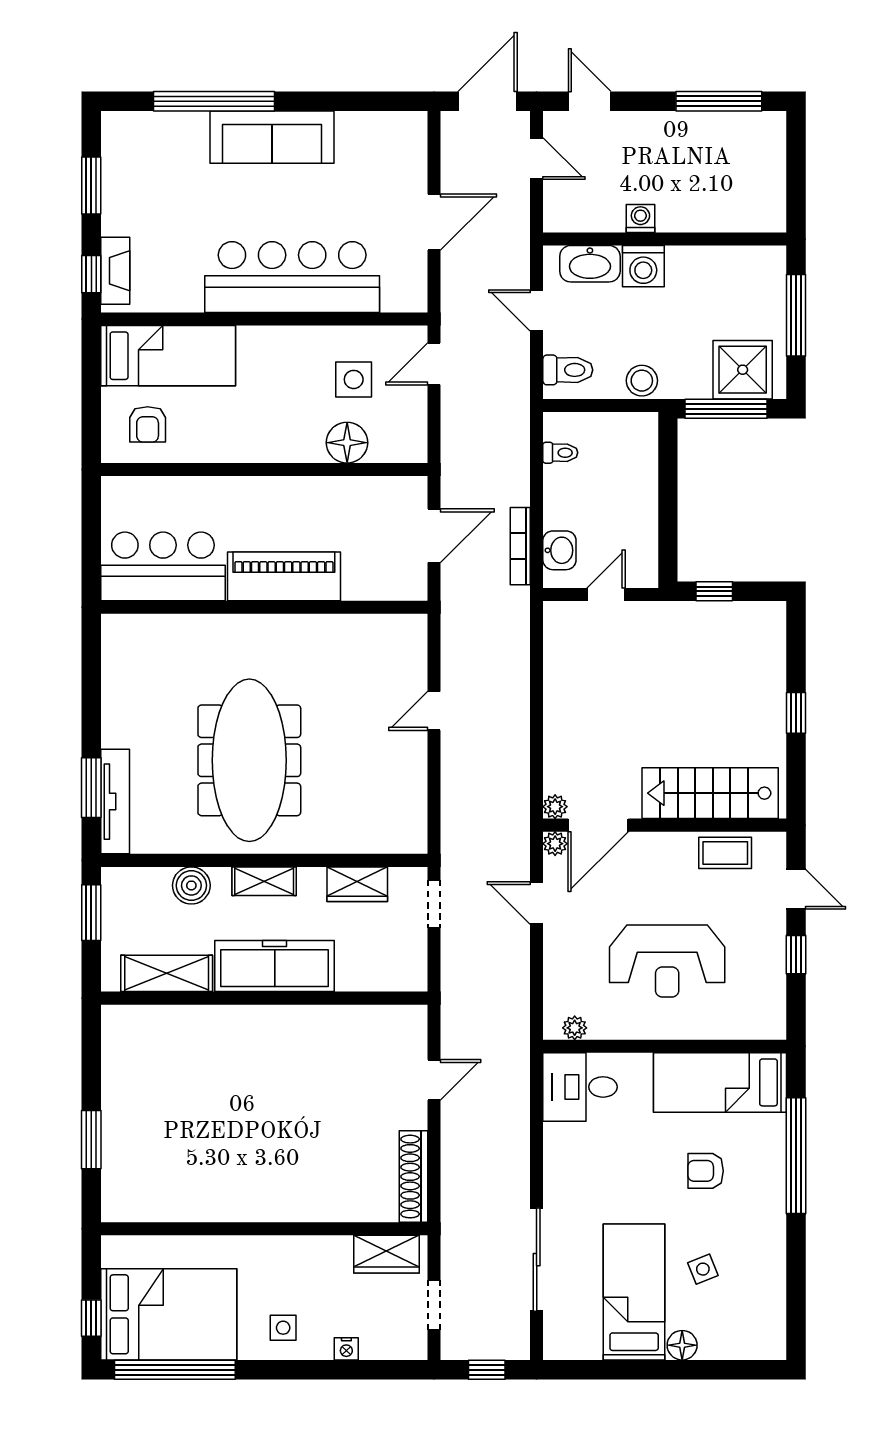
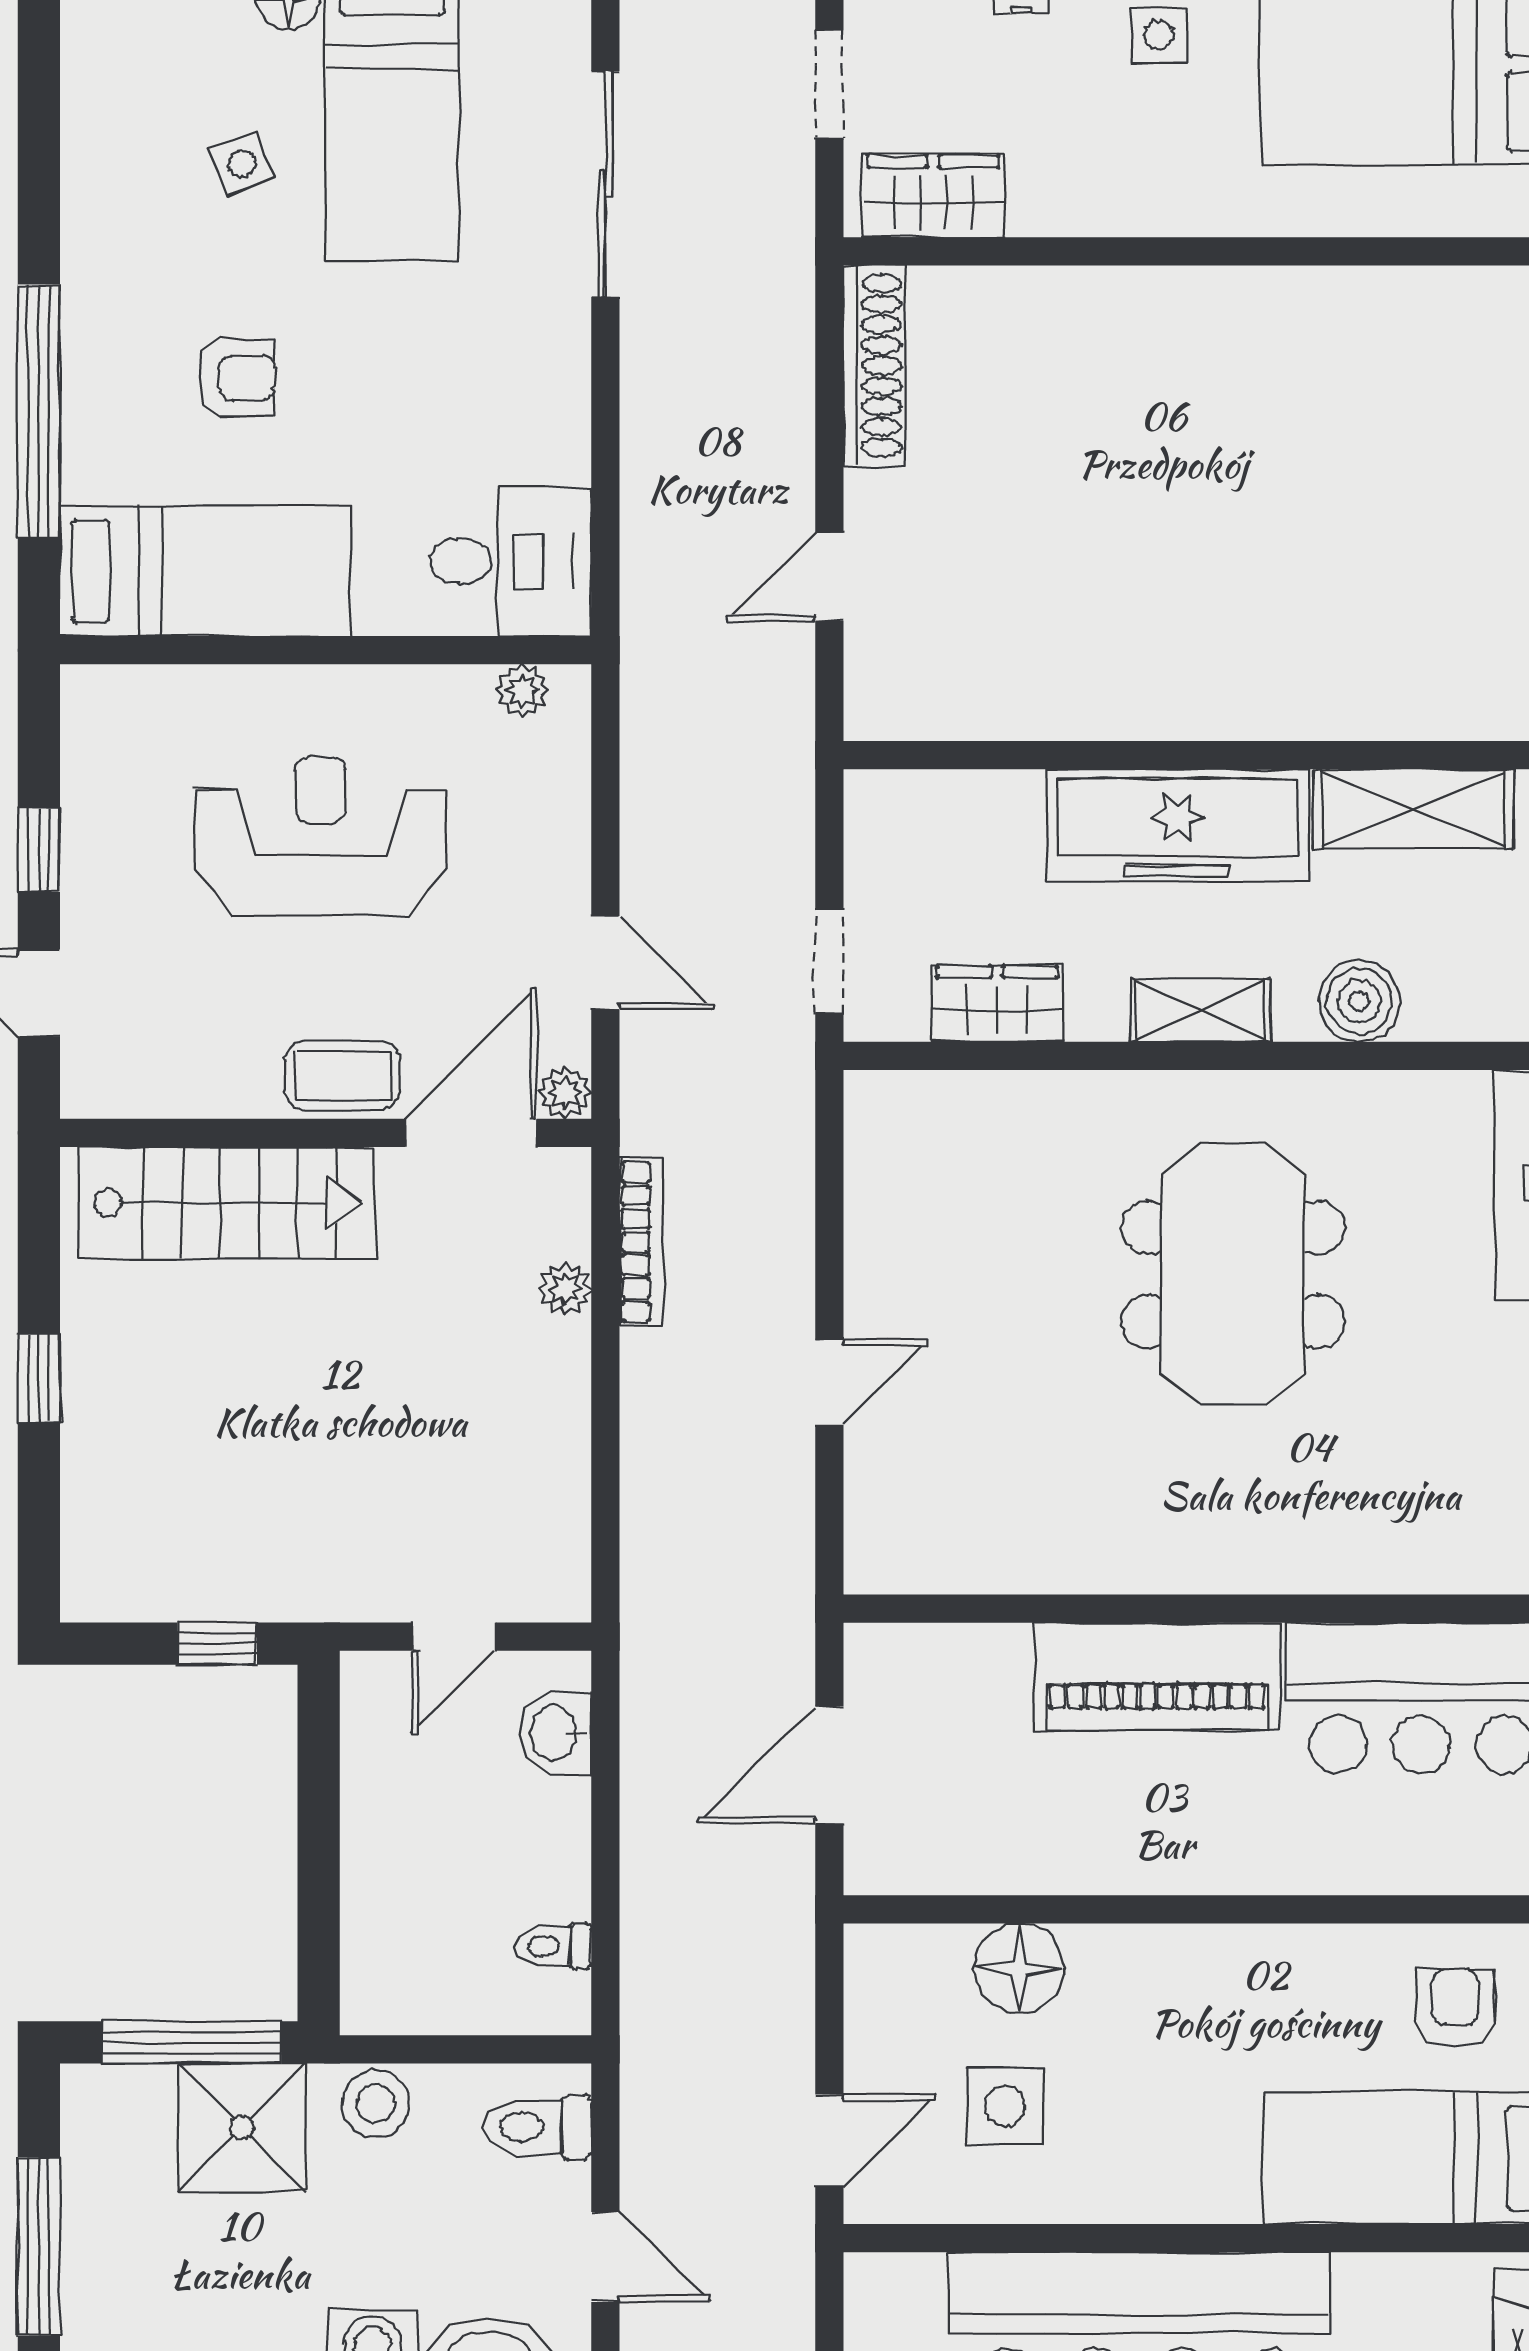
shower: (743, 370) -> (242, 2127), moved
bookcase: (520, 546) -> (641, 1242), moved
meeting table: (249, 760) -> (1233, 1274), width x0.73
plant: (555, 807) -> (565, 1289), moved
coffee table: (725, 853) -> (342, 1075), moved

